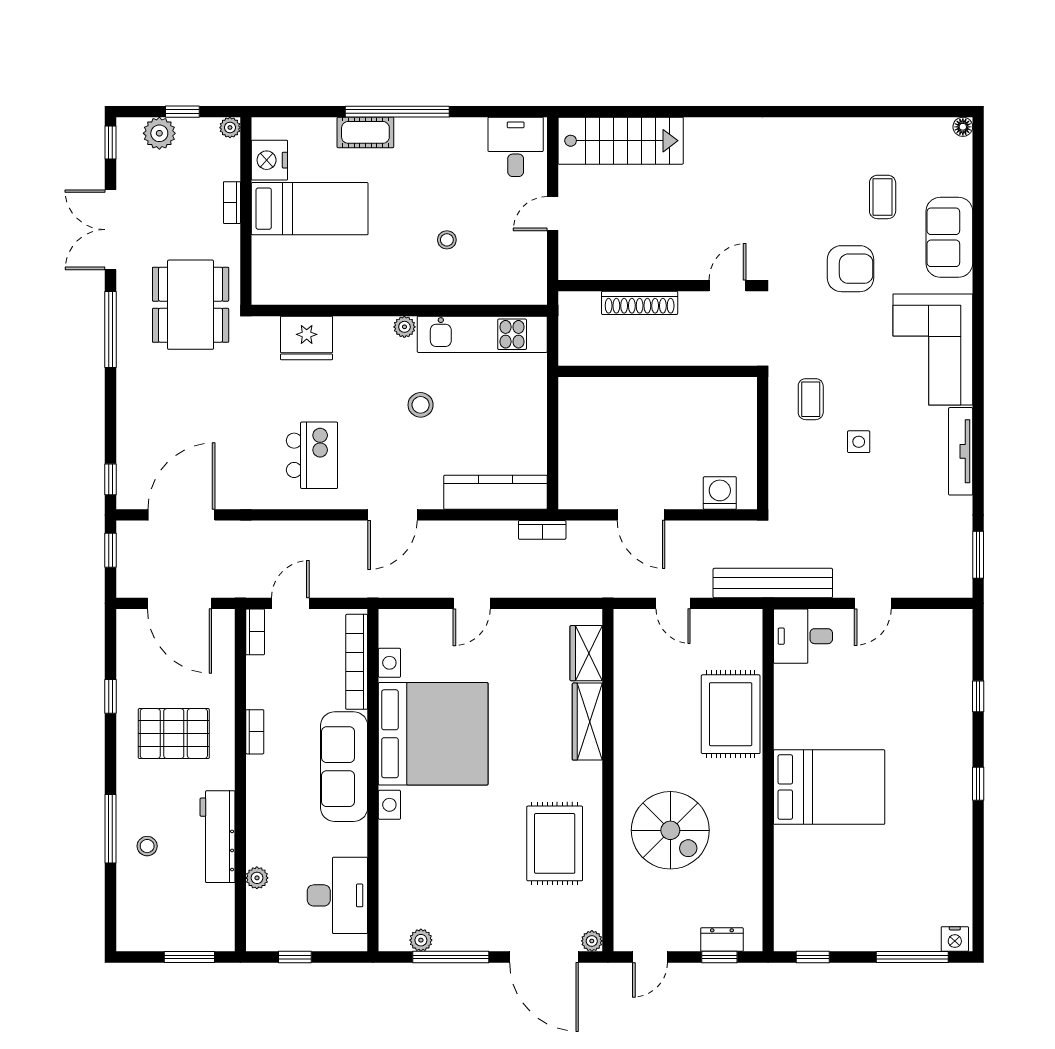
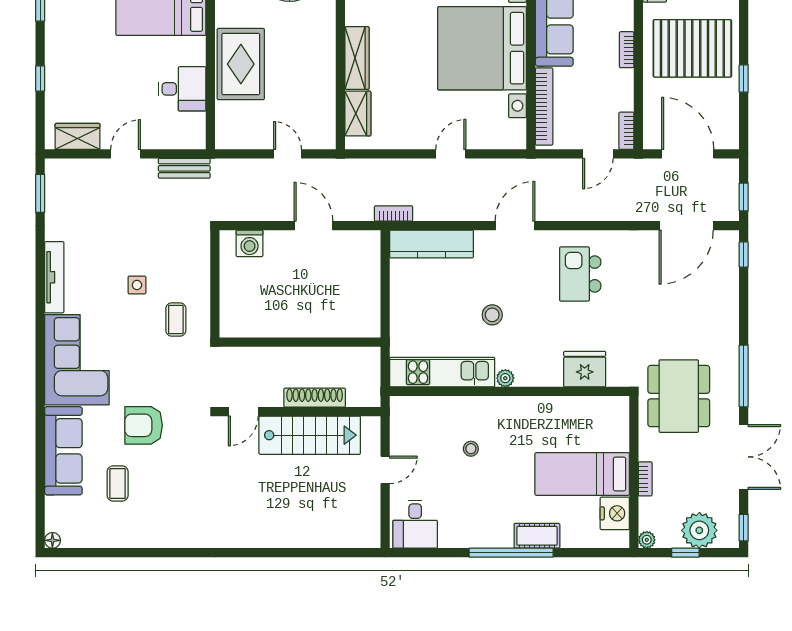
plant: (159, 133) -> (699, 530), width x1.36, depth x1.36
stairs: (621, 141) -> (310, 435), moved, turned 180
sofa: (949, 237) -> (63, 451), width x1.36
bench: (773, 583) -> (184, 168), width x0.54, depth x0.82
wardrobe: (932, 625) -> (78, 136), added
desk: (803, 636) -> (182, 89), moved
pallet: (174, 734) -> (692, 48), width x1.37, depth x1.41

